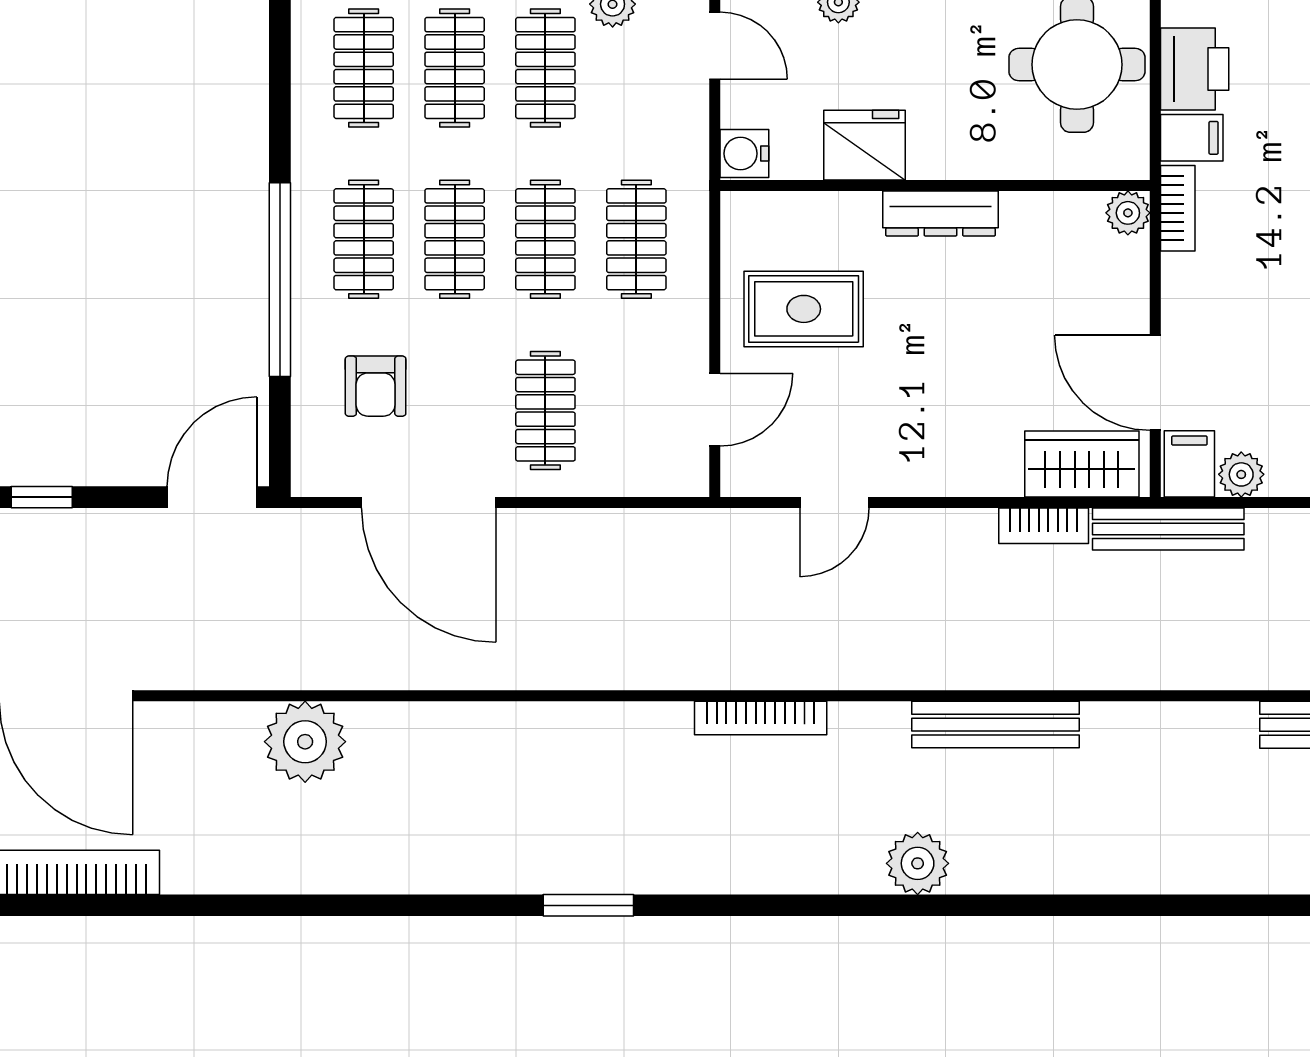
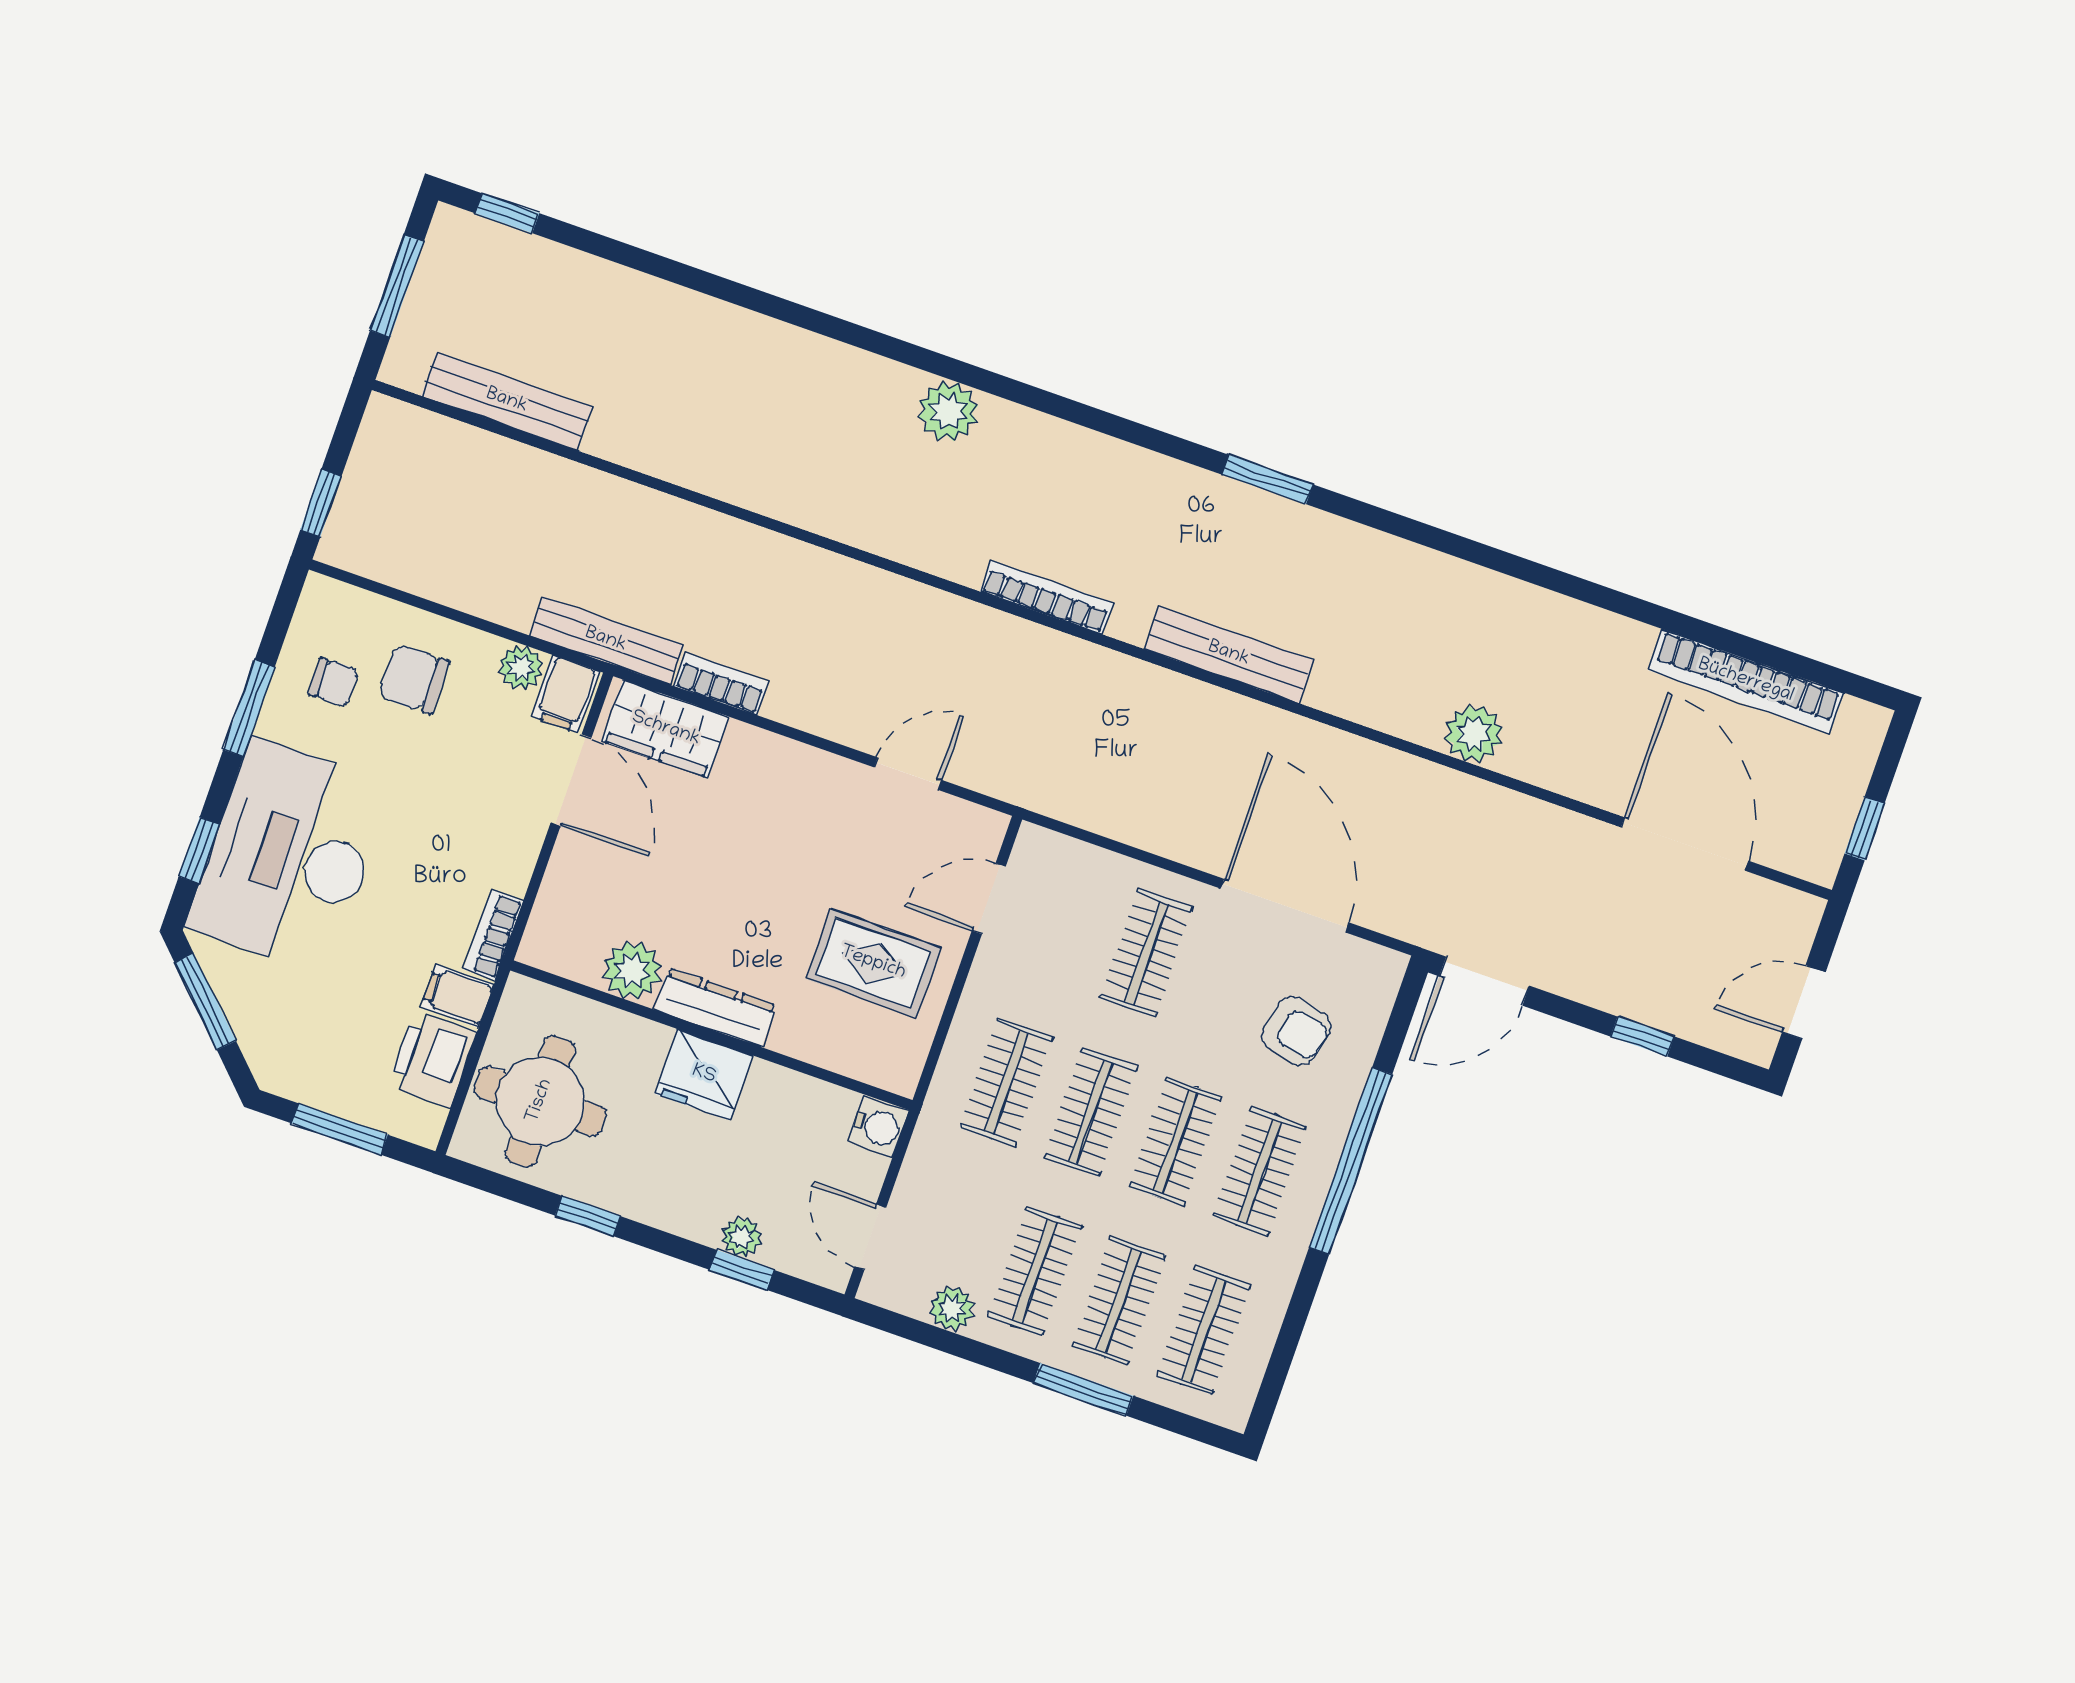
fridge: (864, 145) -> (704, 1075), moved
plant: (1128, 213) -> (632, 970), moved, width x1.38, depth x1.38
armchair: (376, 386) -> (1296, 1031), turned 101
bench: (995, 725) -> (1229, 654), moved
plant: (305, 742) -> (1474, 734), width x0.73, depth x0.73

